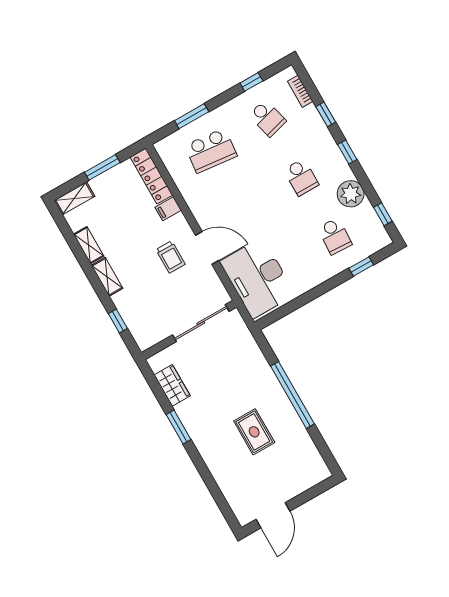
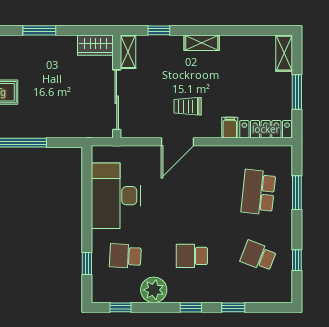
bookcase: (300, 91) -> (265, 297), removed
school desk: (267, 118) -> (258, 256), turned 36
shelving: (89, 245) -> (128, 52), moved, turned 90
desk: (258, 278) -> (116, 196), moved, turned -90
wardrobe: (172, 385) -> (95, 45), moved

